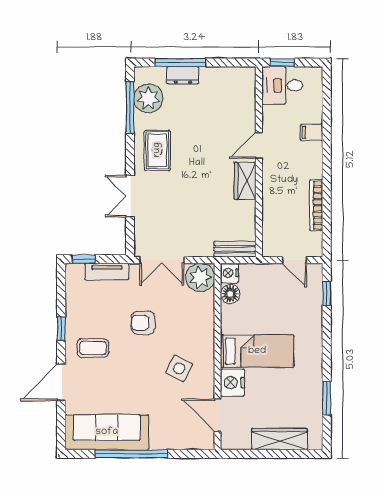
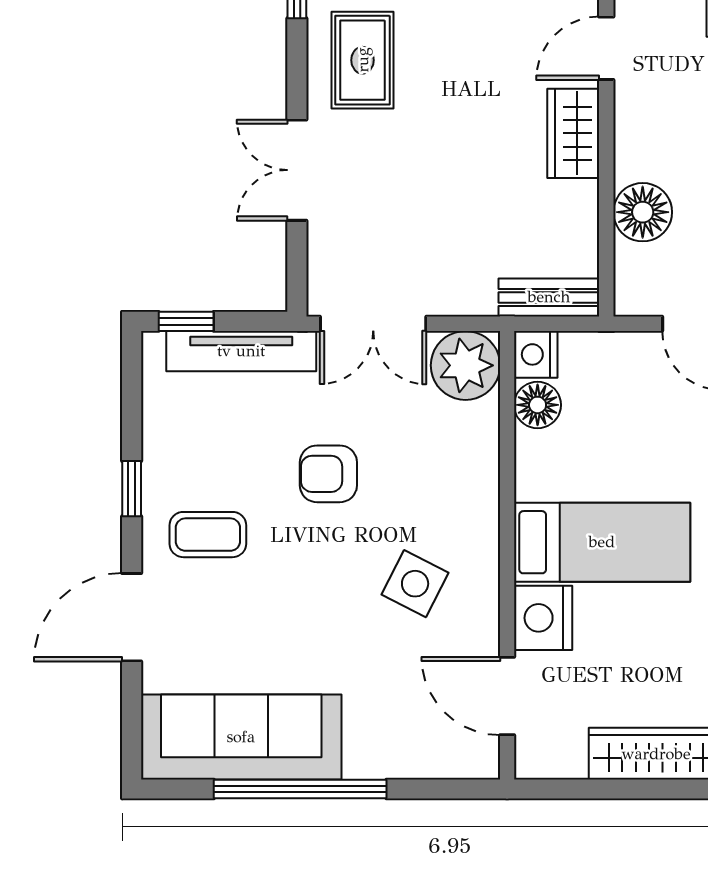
floor lamp: (274, 214) -> (643, 212), added
tv unit: (107, 272) -> (241, 351), width x1.41

